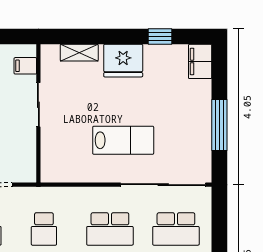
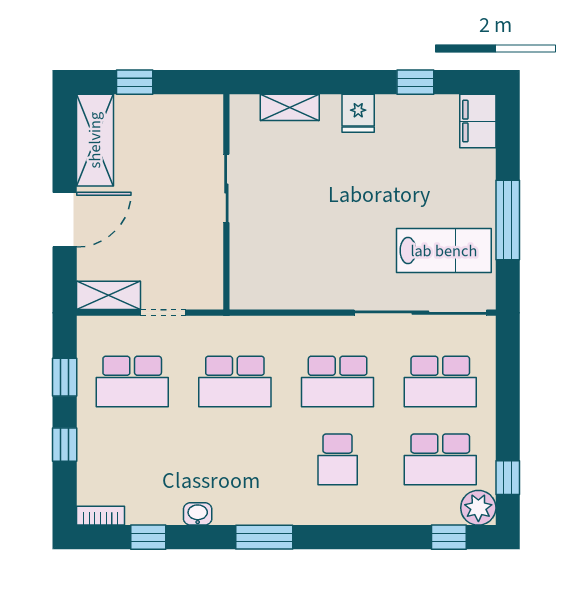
fridge: (123, 61) -> (358, 113), width x0.53, depth x0.75
filing cabinet: (25, 66) -> (206, 128), removed
lab bench: (123, 140) -> (444, 251), moved
school desk: (44, 229) -> (235, 382), width x1.85

